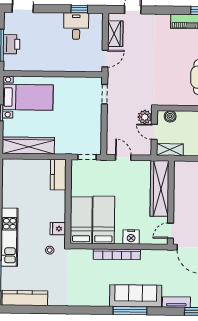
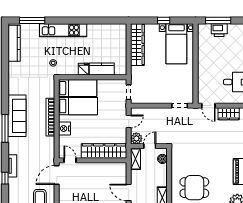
plant: (145, 117) -> (136, 138), moved
kitchen counter: (58, 175) -> (102, 69), moved
fridge: (58, 229) -> (83, 69), moved
sofa: (136, 296) -> (17, 116), moved

